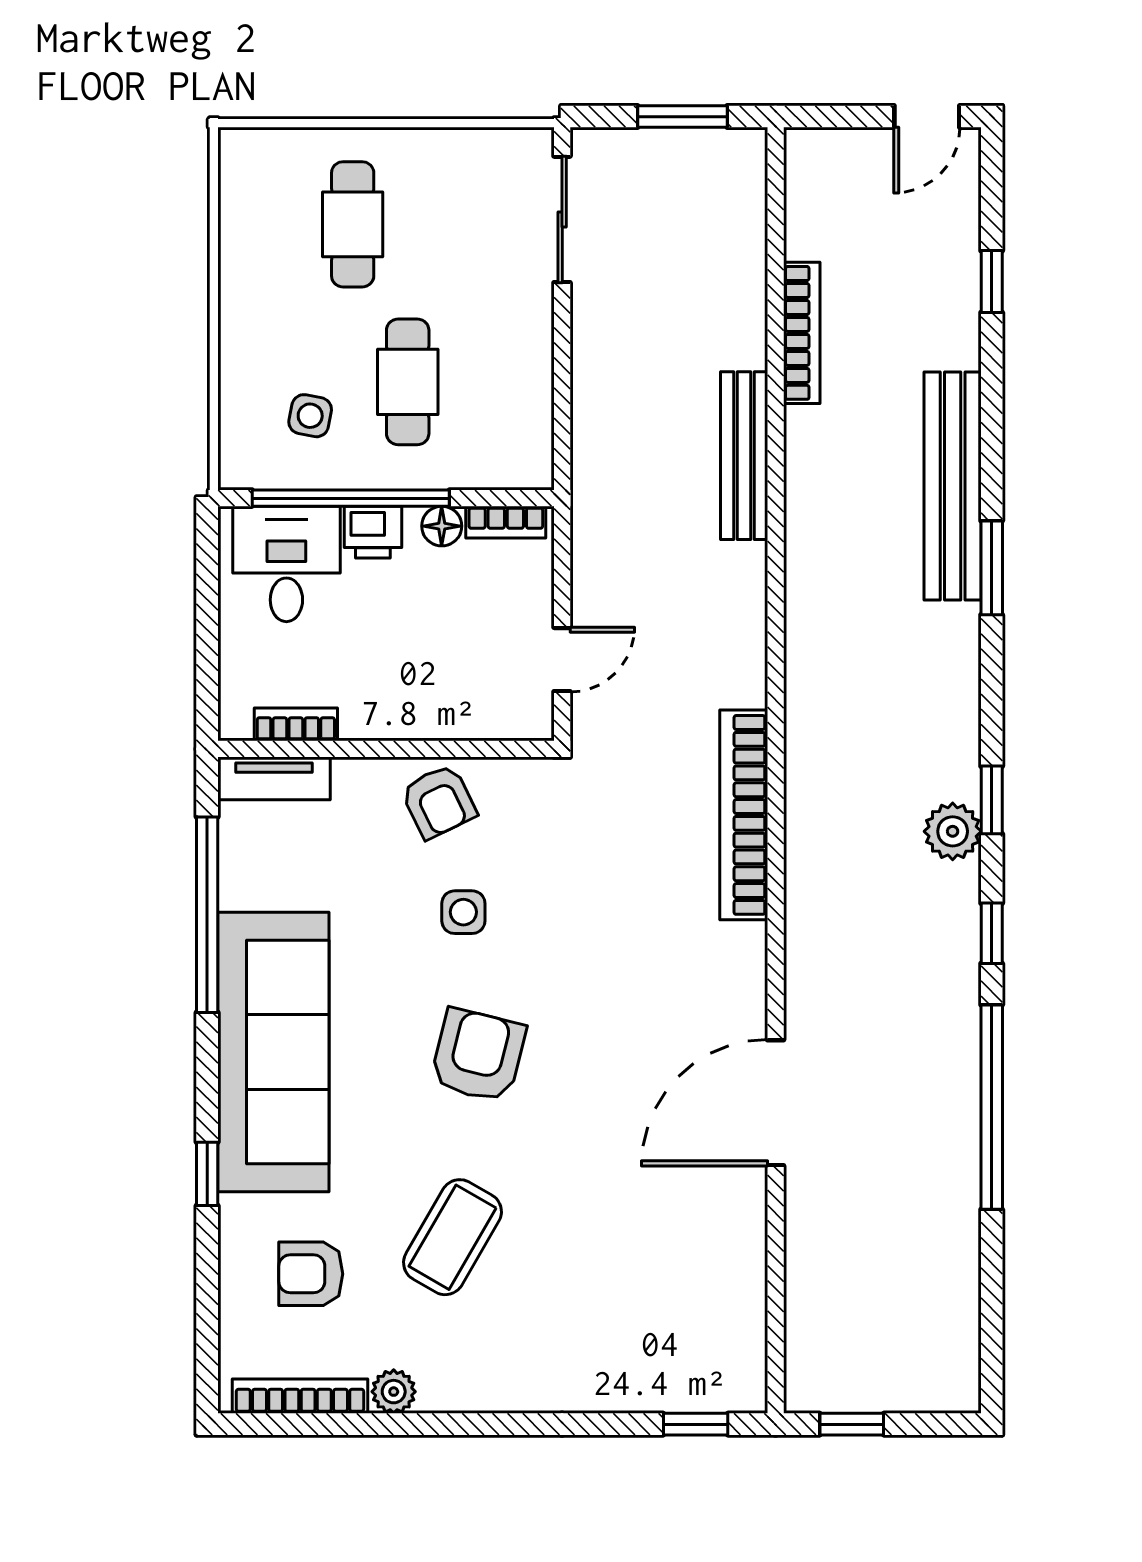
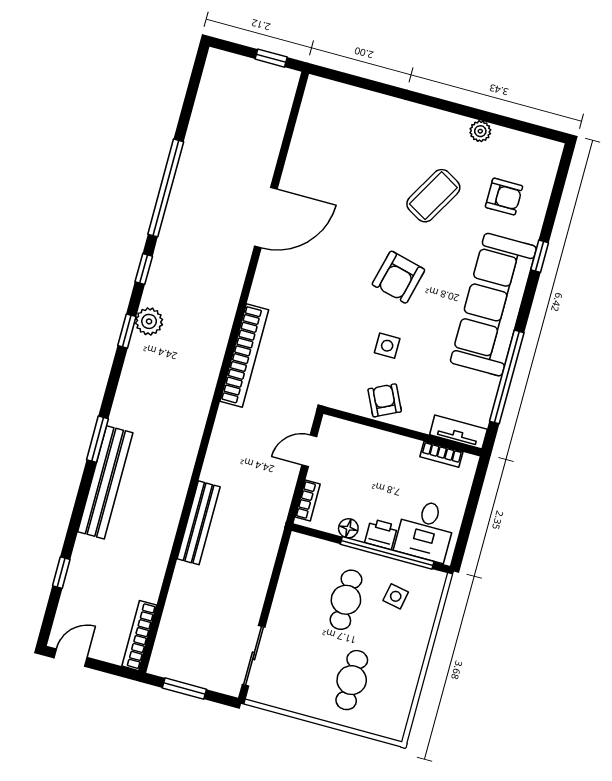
bookcase: (802, 333) -> (139, 636), moved
bookcase: (506, 522) -> (308, 501), moved, turned 90
bookcase: (300, 1396) -> (524, 141), removed
window: (696, 1424) -> (344, 78), removed

